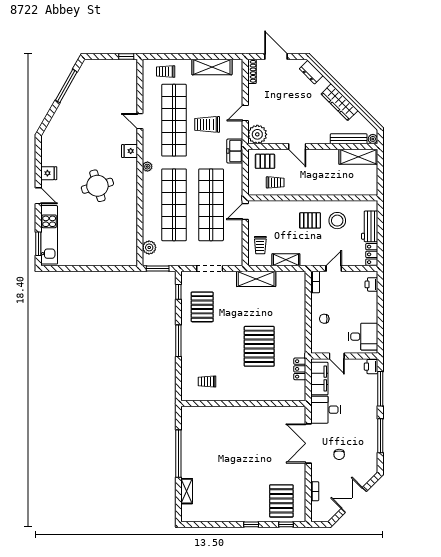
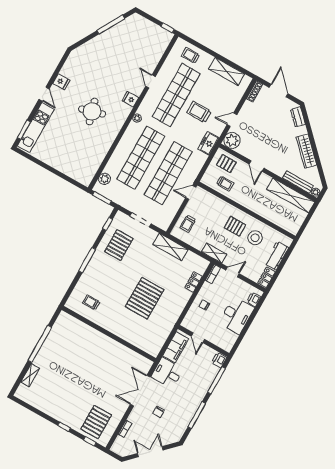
shelving: (358, 157) -> (291, 196), width x1.47
shelving: (286, 260) -> (214, 253), moved
desk: (363, 337) -> (236, 315), moved, width x1.37
locker: (300, 369) -> (193, 282), moved

